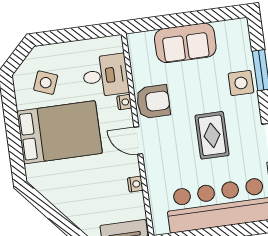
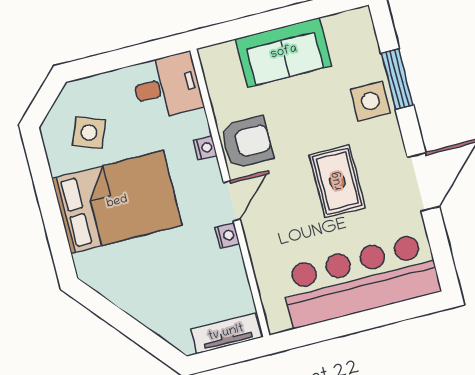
desk: (105, 76) -> (167, 86), moved
door: (138, 141) -> (232, 201), swing flipped
nightstand: (135, 184) -> (227, 236), moved

